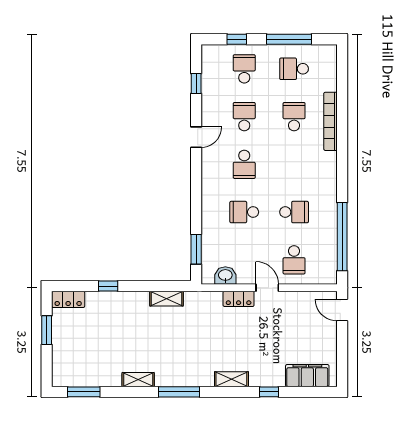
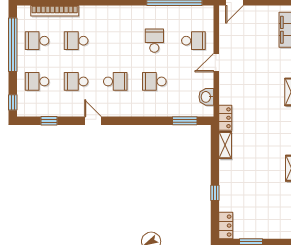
window: (237, 39) -> (13, 102), moved
window: (289, 39) -> (13, 45), width x1.46
school desk: (294, 69) -> (37, 41), turned 90
bookcase: (331, 121) -> (55, 11), moved
school desk: (244, 212) -> (154, 81), turned 90
locker: (239, 299) -> (225, 118), moved

